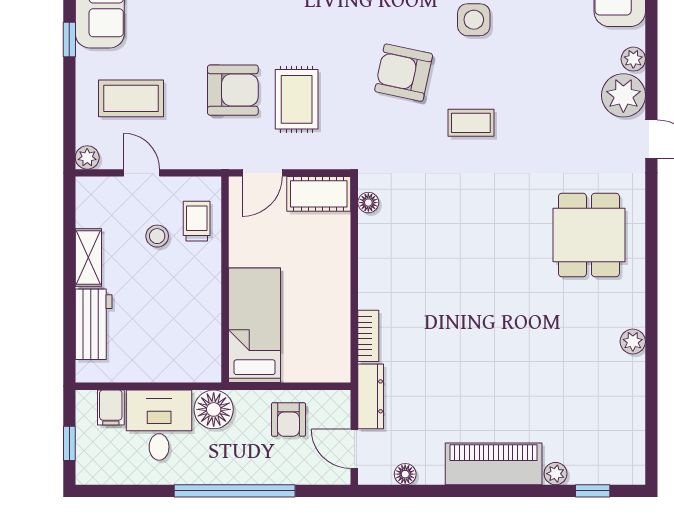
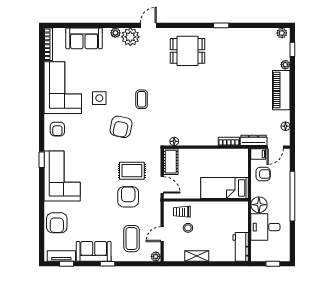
window: (651, 317) -> (221, 25), added
workbench: (94, 324) -> (241, 247), moved, turned -90
plant: (633, 342) -> (282, 33), moved
filing cabinet: (111, 408) -> (258, 154), moved

